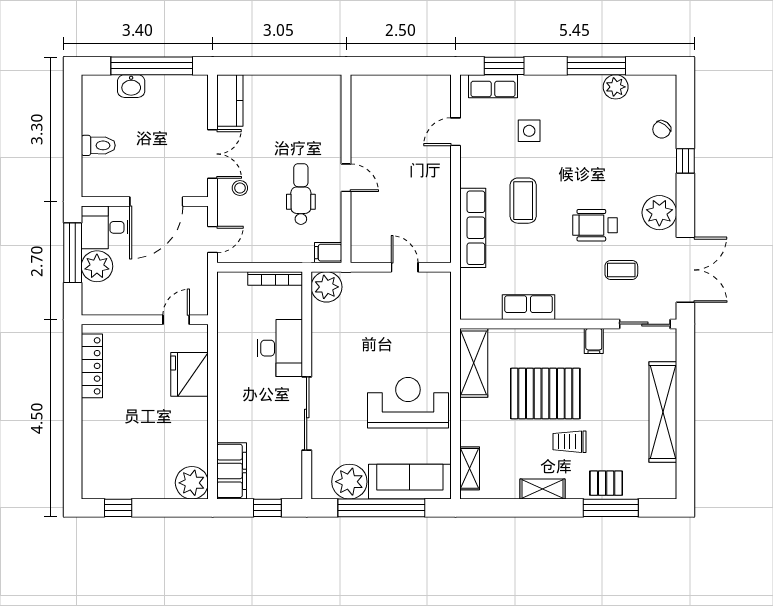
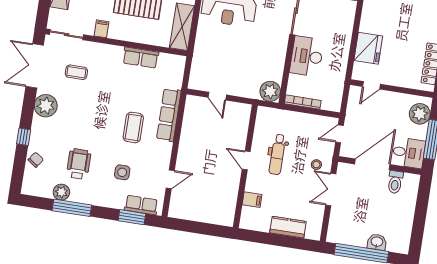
kitchen counter: (230, 100) -> (288, 227), moved, turned 90
toilet: (98, 145) -> (395, 182), moved, turned -90
wheelchair: (595, 225) -> (79, 164), moved, turned -90
filing cabinet: (328, 253) -> (252, 200), moved
plant: (97, 266) -> (420, 114), moved

